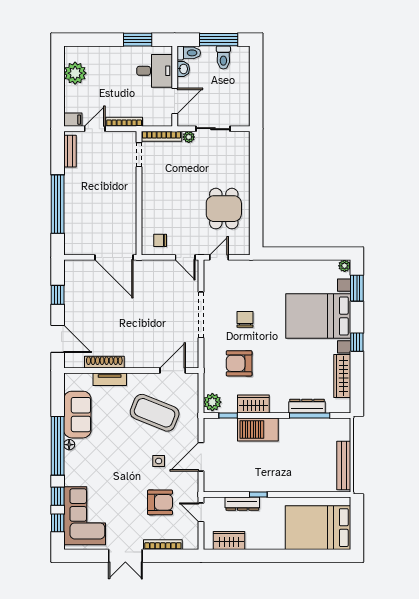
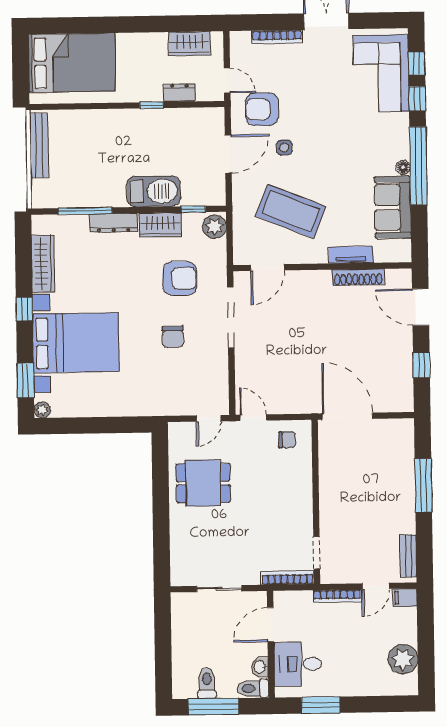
plant: (189, 137) -> (251, 577), removed
window: (58, 204) -> (423, 485), width x0.68
dining table: (224, 209) -> (203, 483), turned 90
doorway: (201, 315) -> (231, 317), moved
dresser: (307, 406) -> (114, 223), moved
armchair: (160, 502) -> (262, 109), moved
dresser: (242, 504) -> (180, 93), width x0.70

